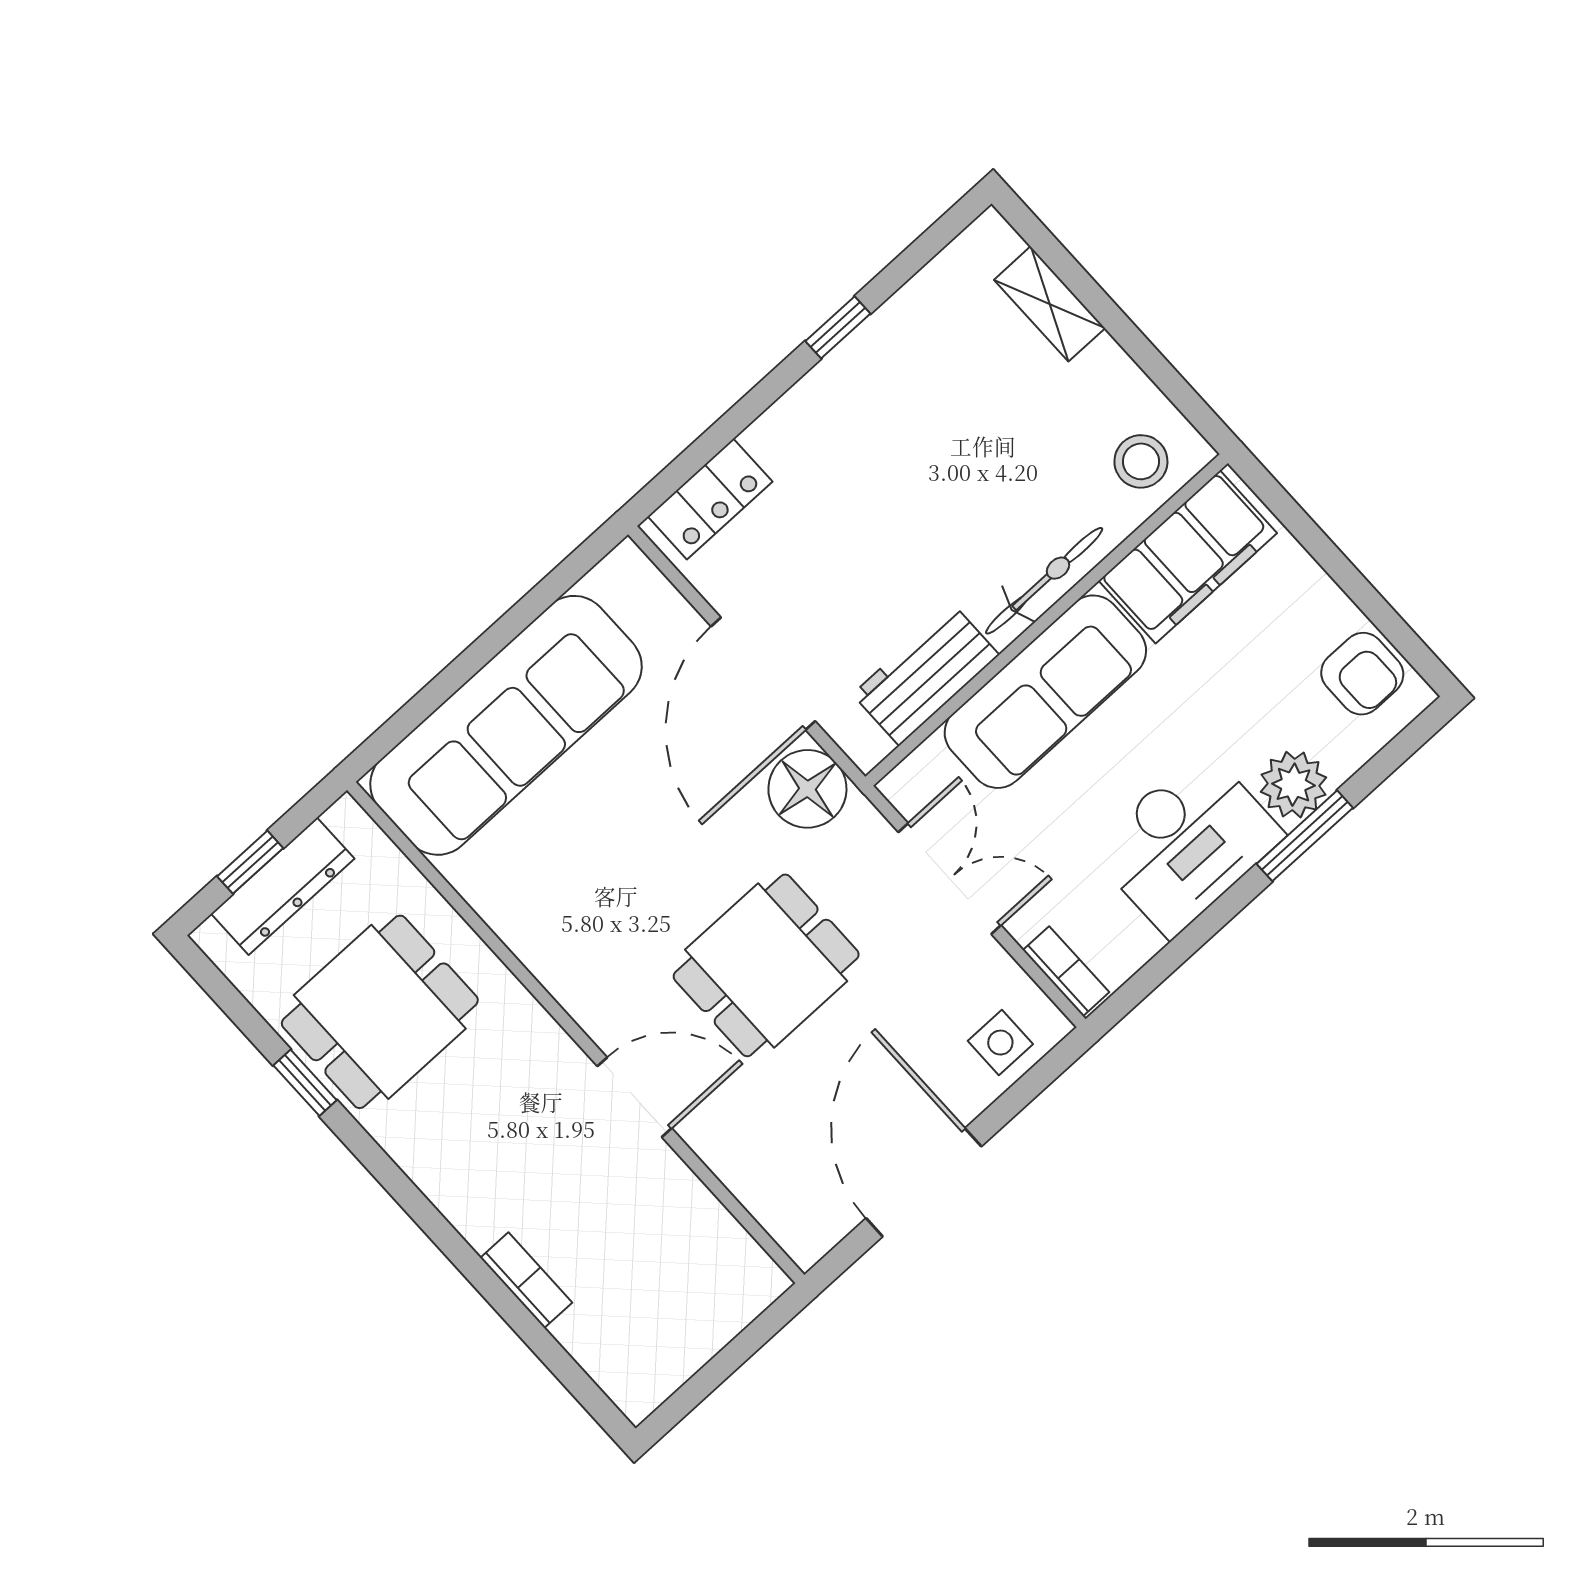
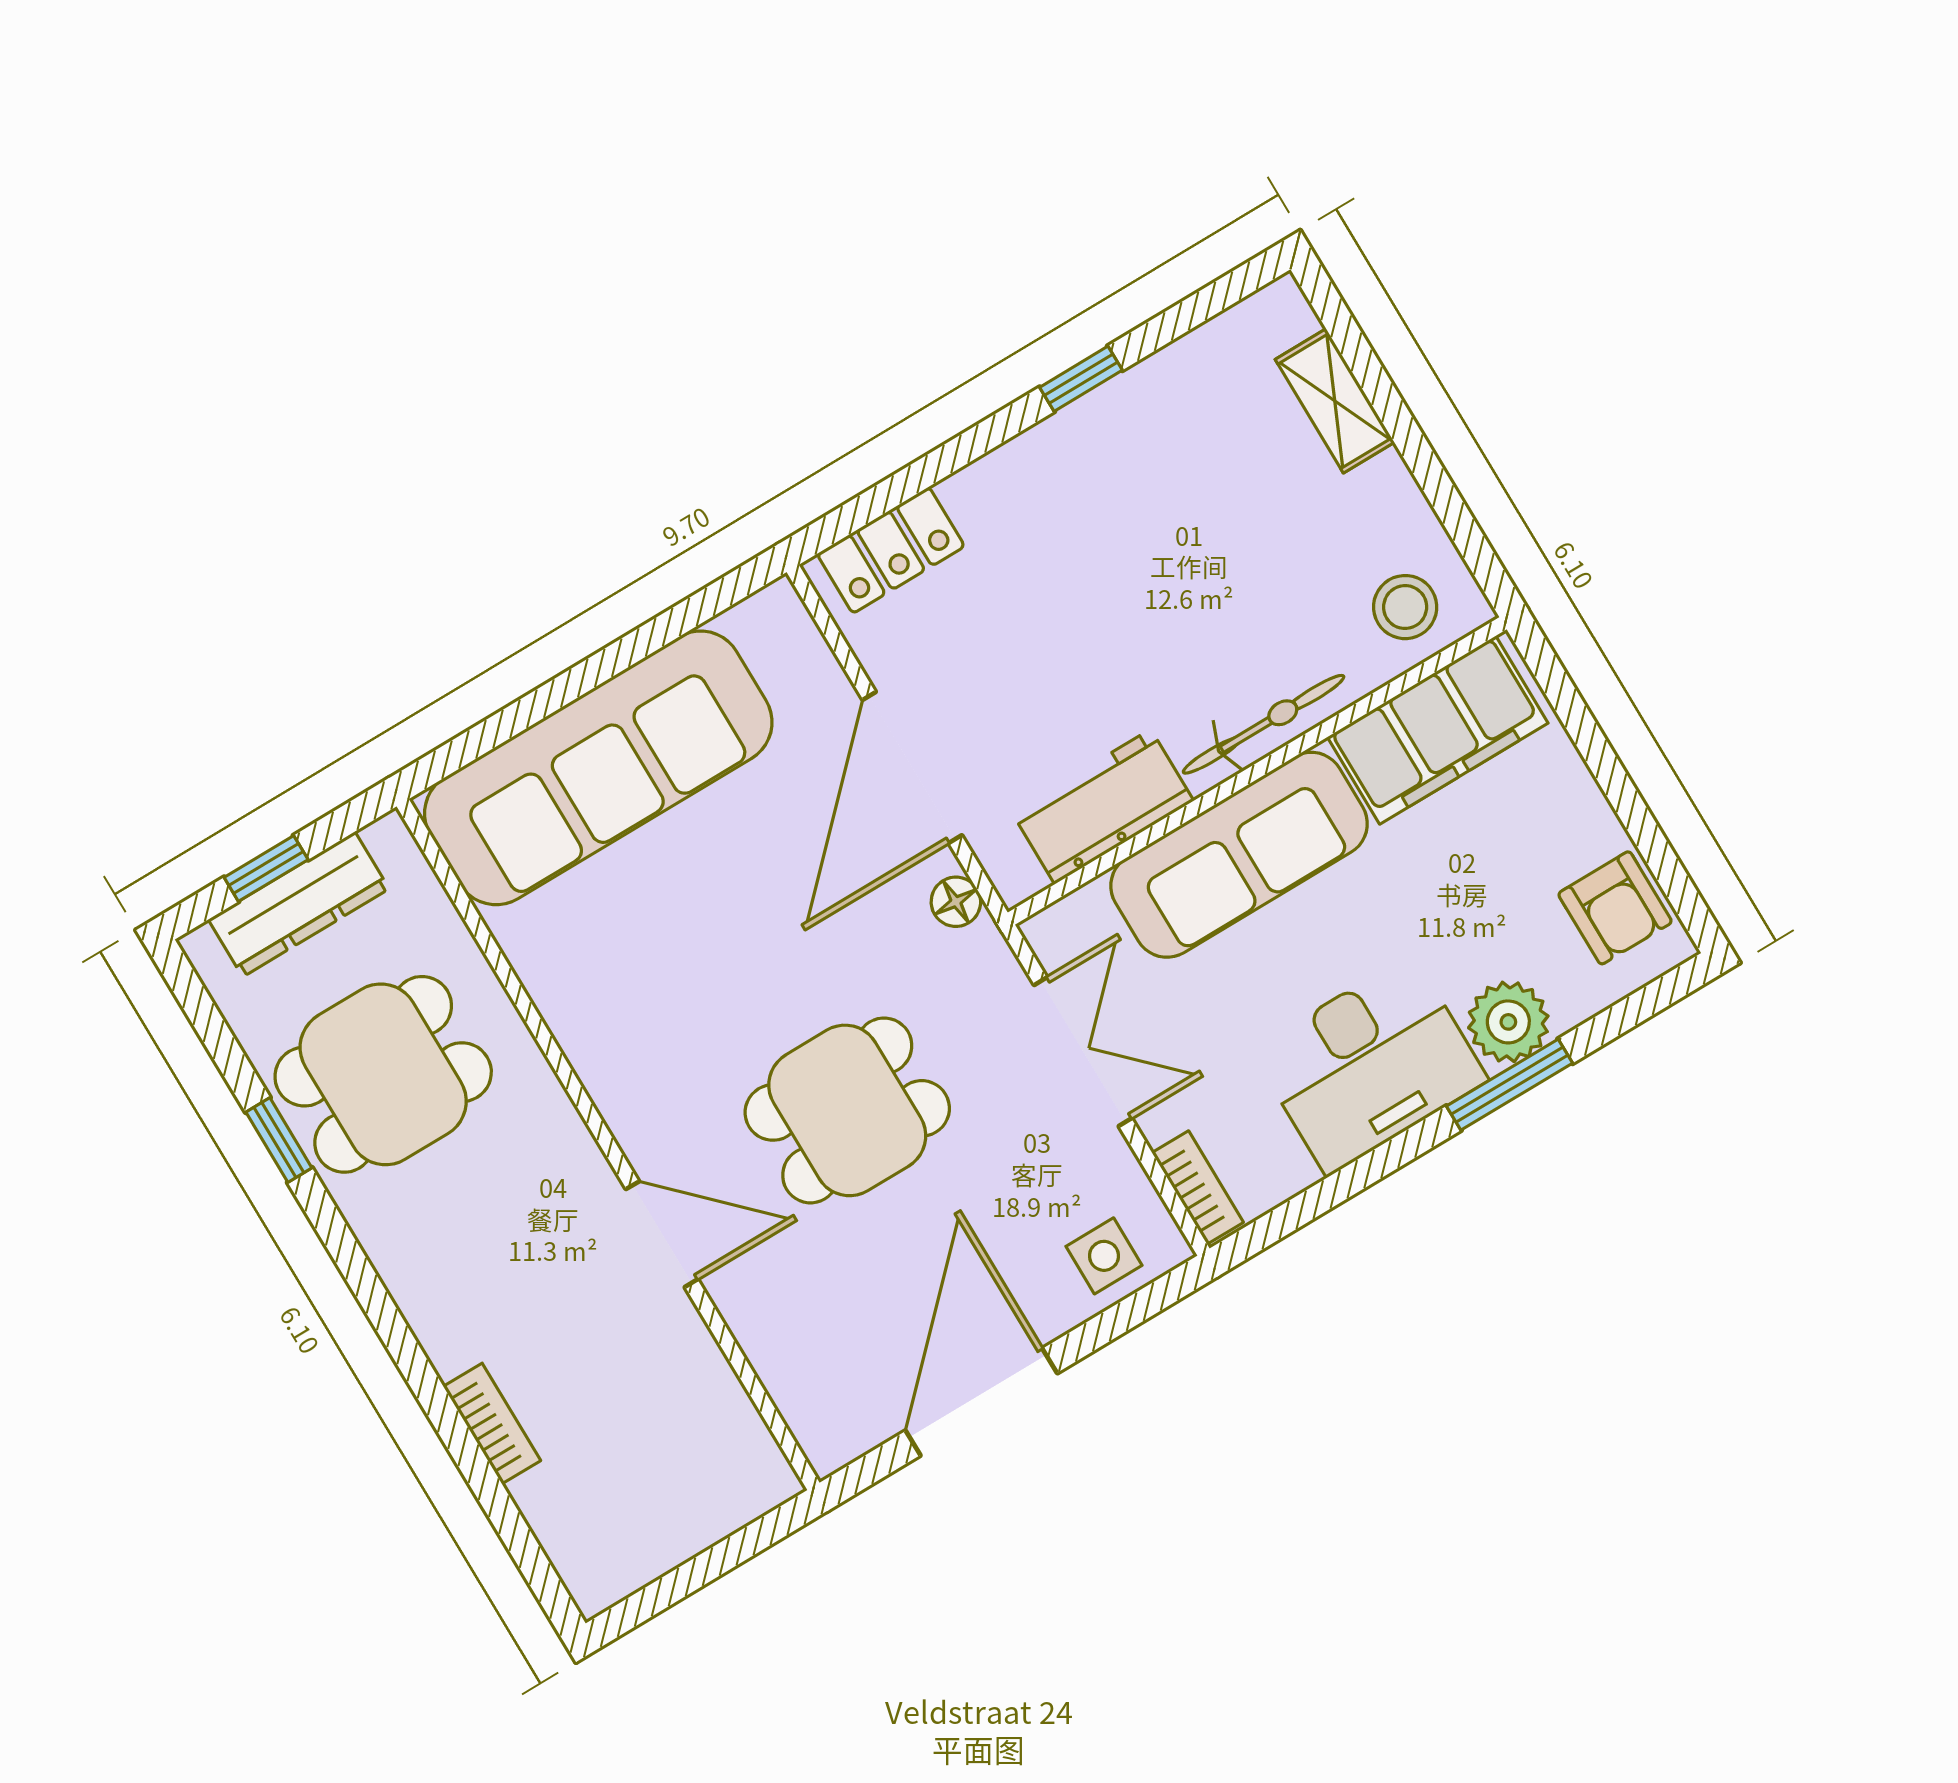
floor lamp: (807, 789) -> (956, 902), width x0.53, depth x0.53

